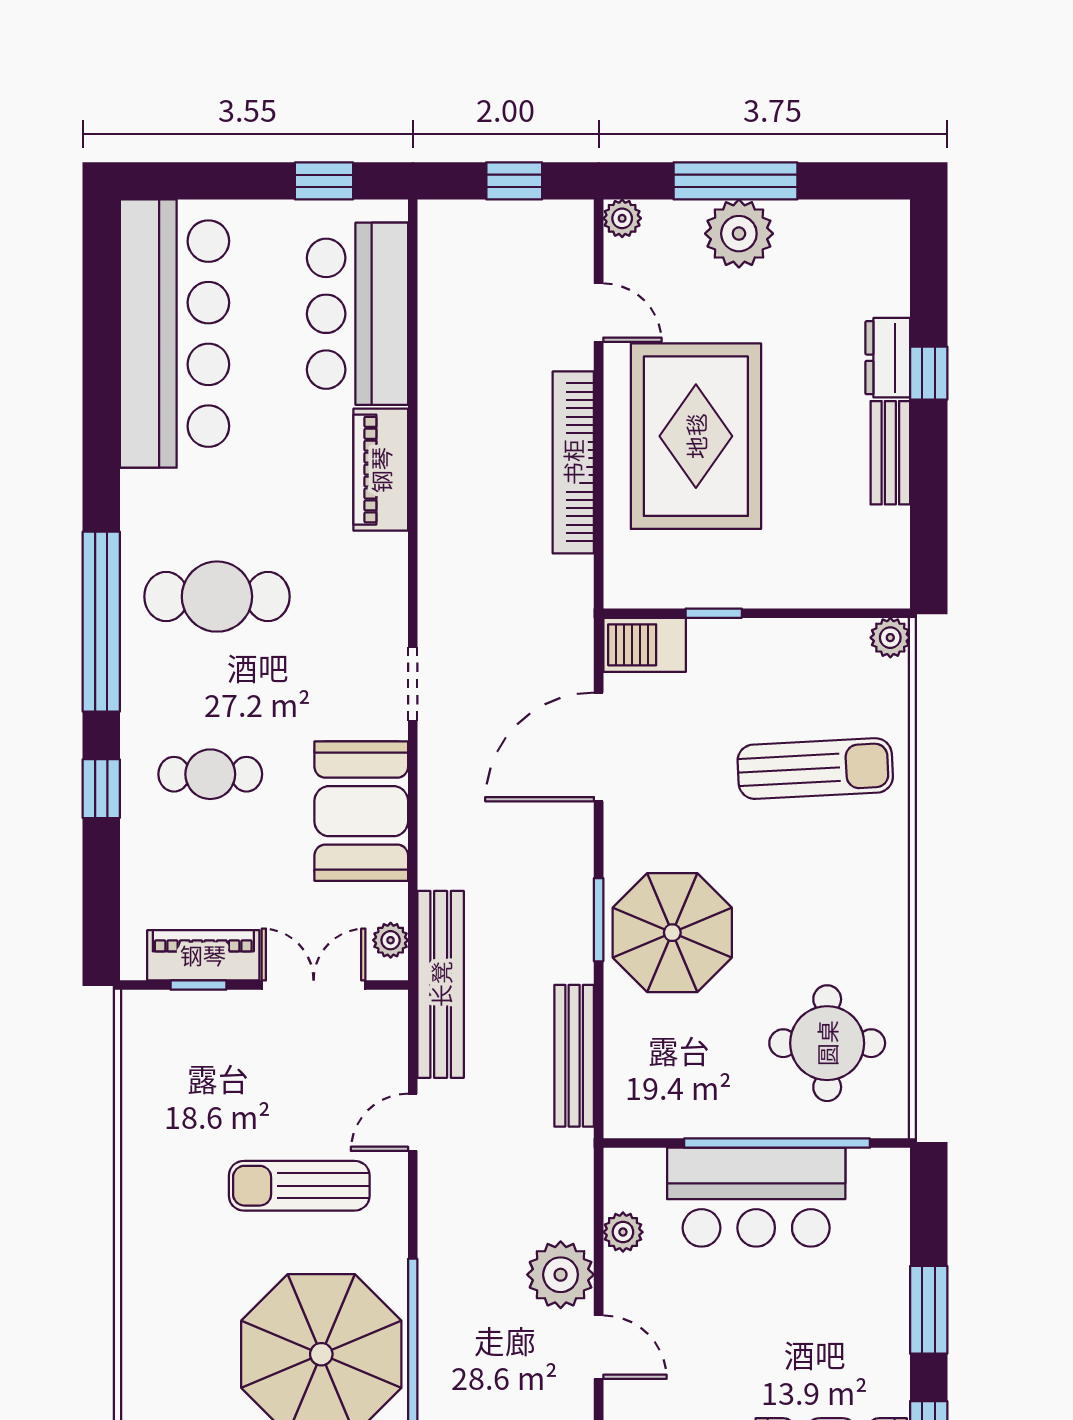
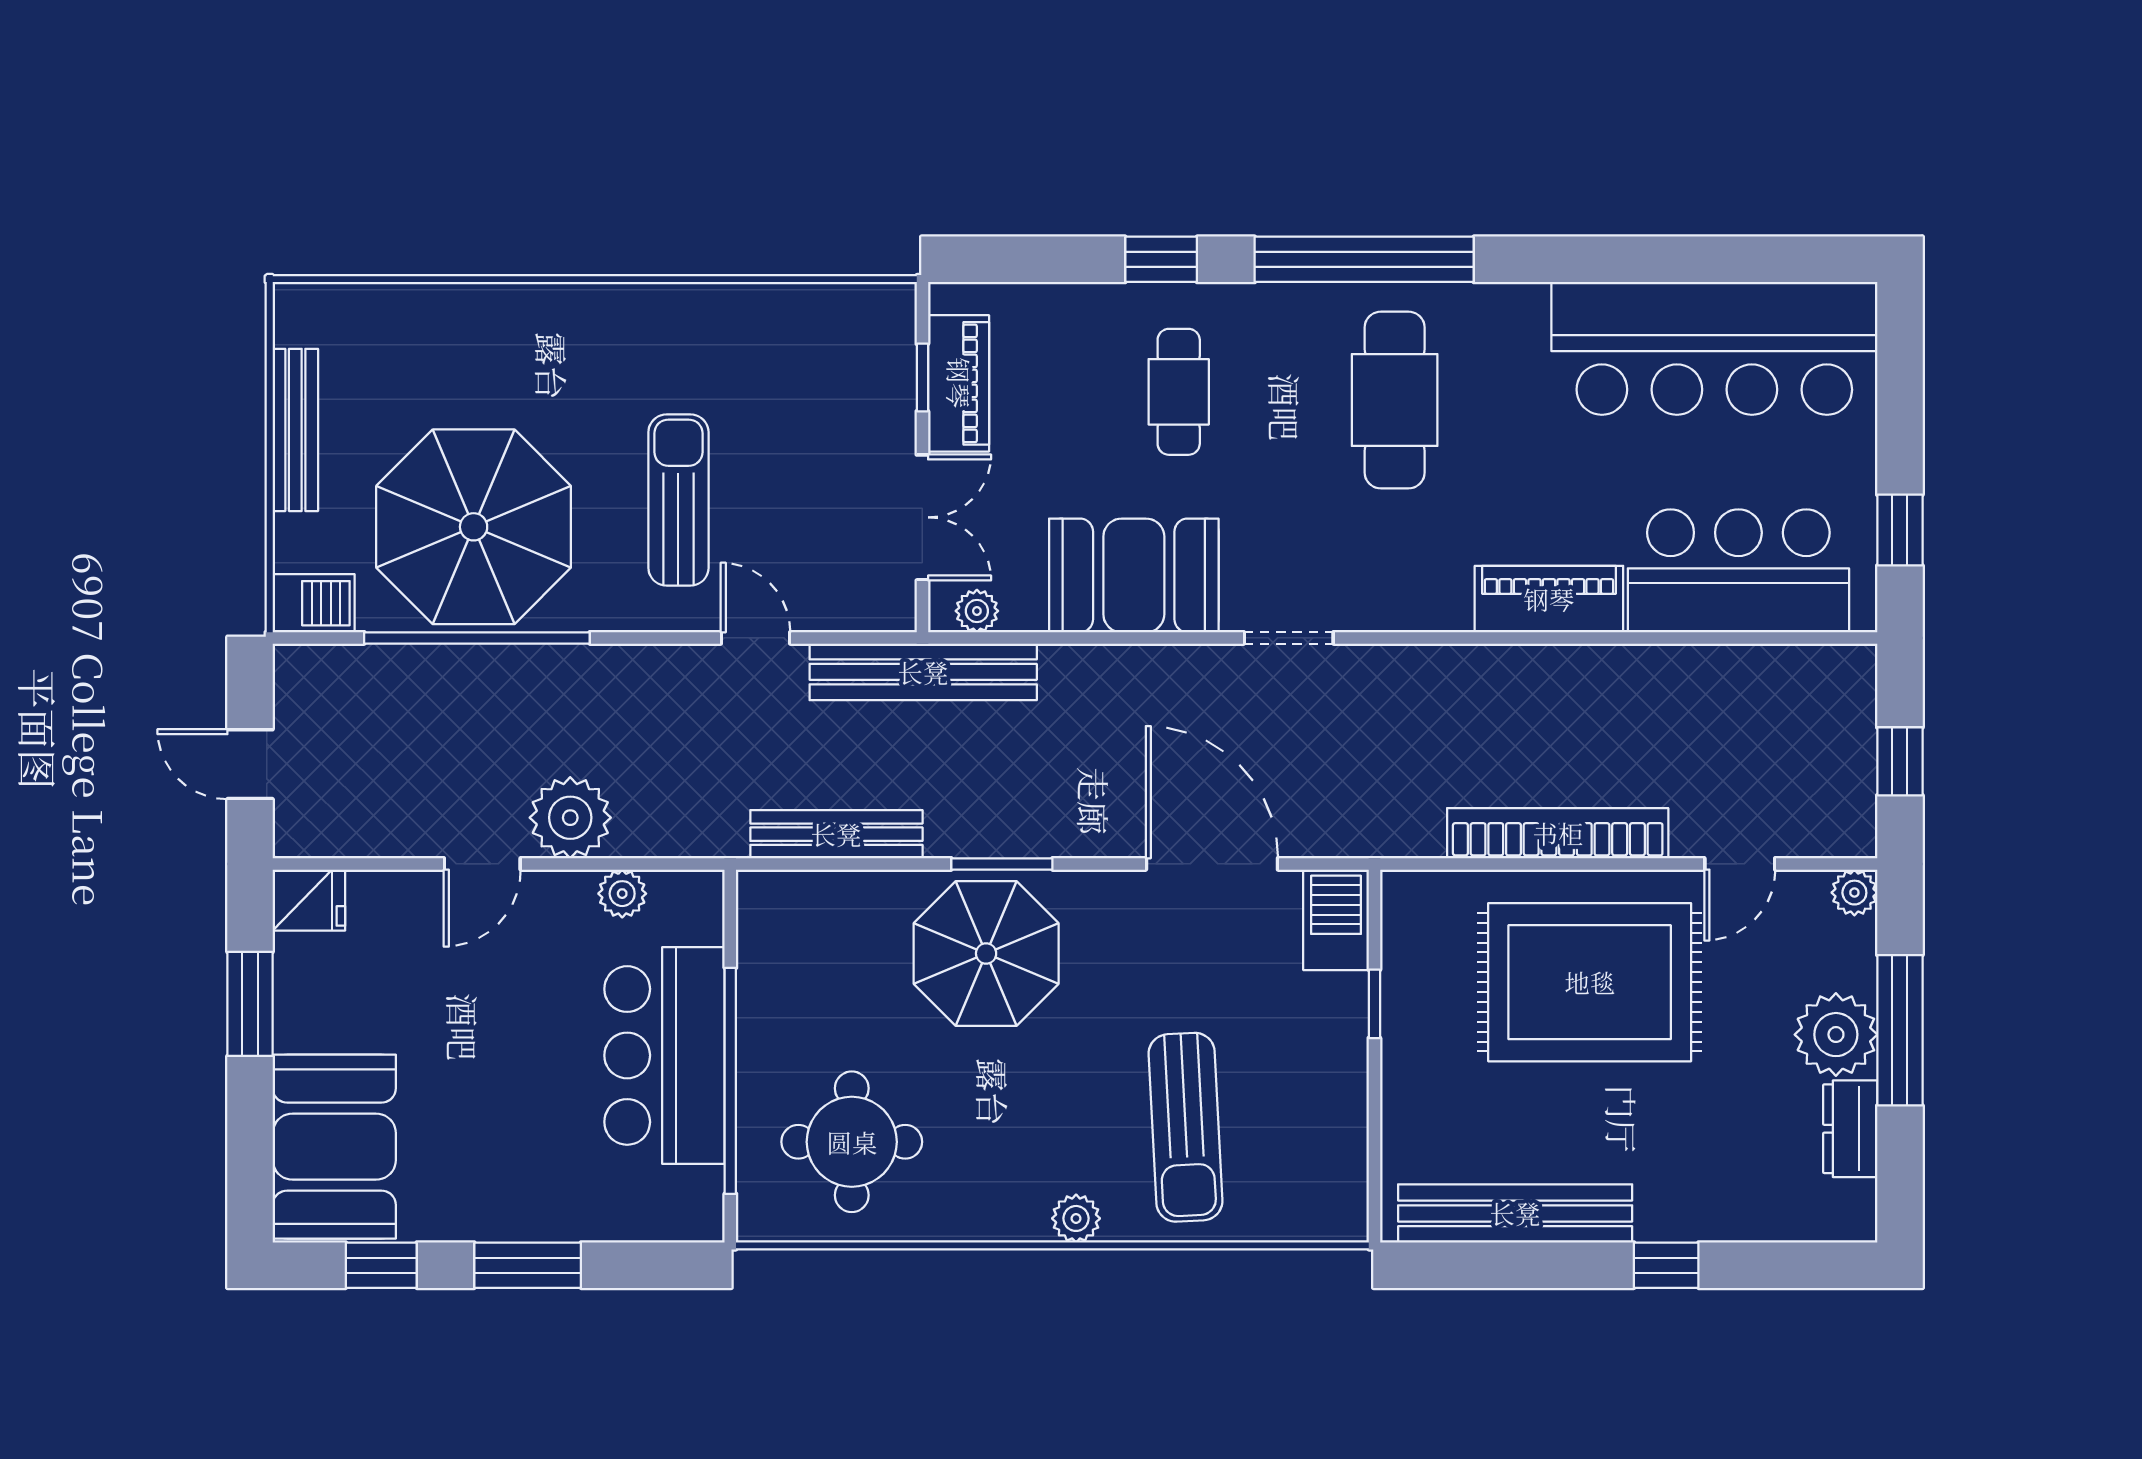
dresser: (888, 358) -> (1850, 1129), moved, turned -90
bench: (890, 453) -> (1515, 1213), width x1.86, depth x1.21
plant: (890, 638) -> (1076, 1218), moved

